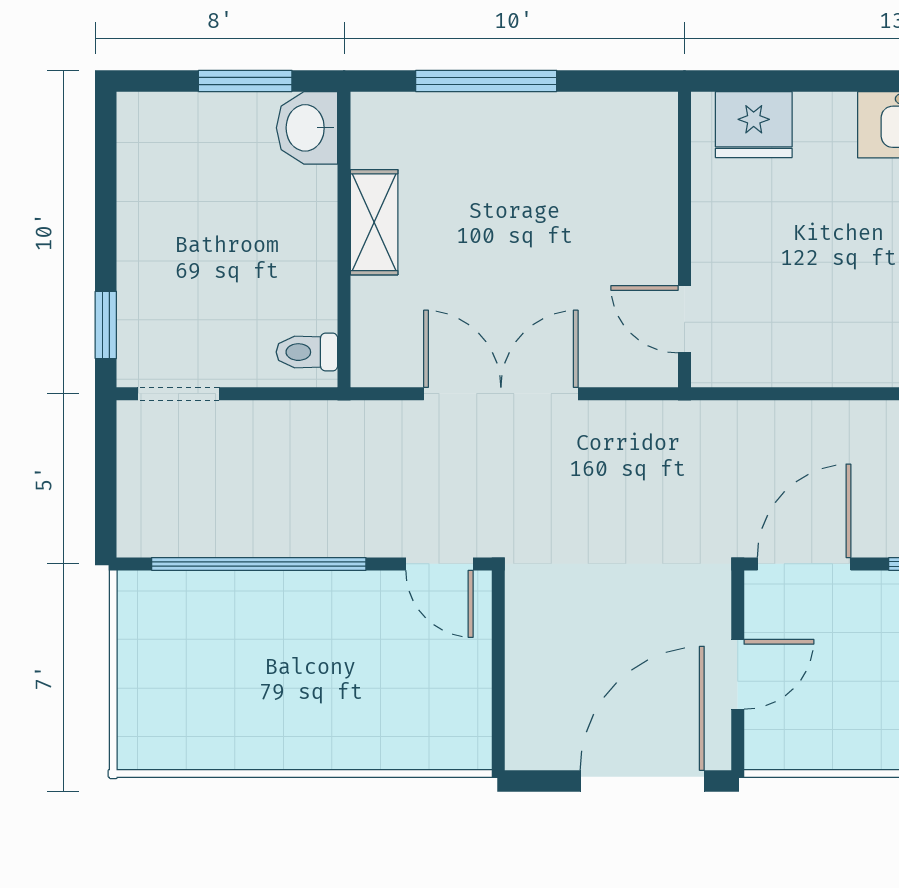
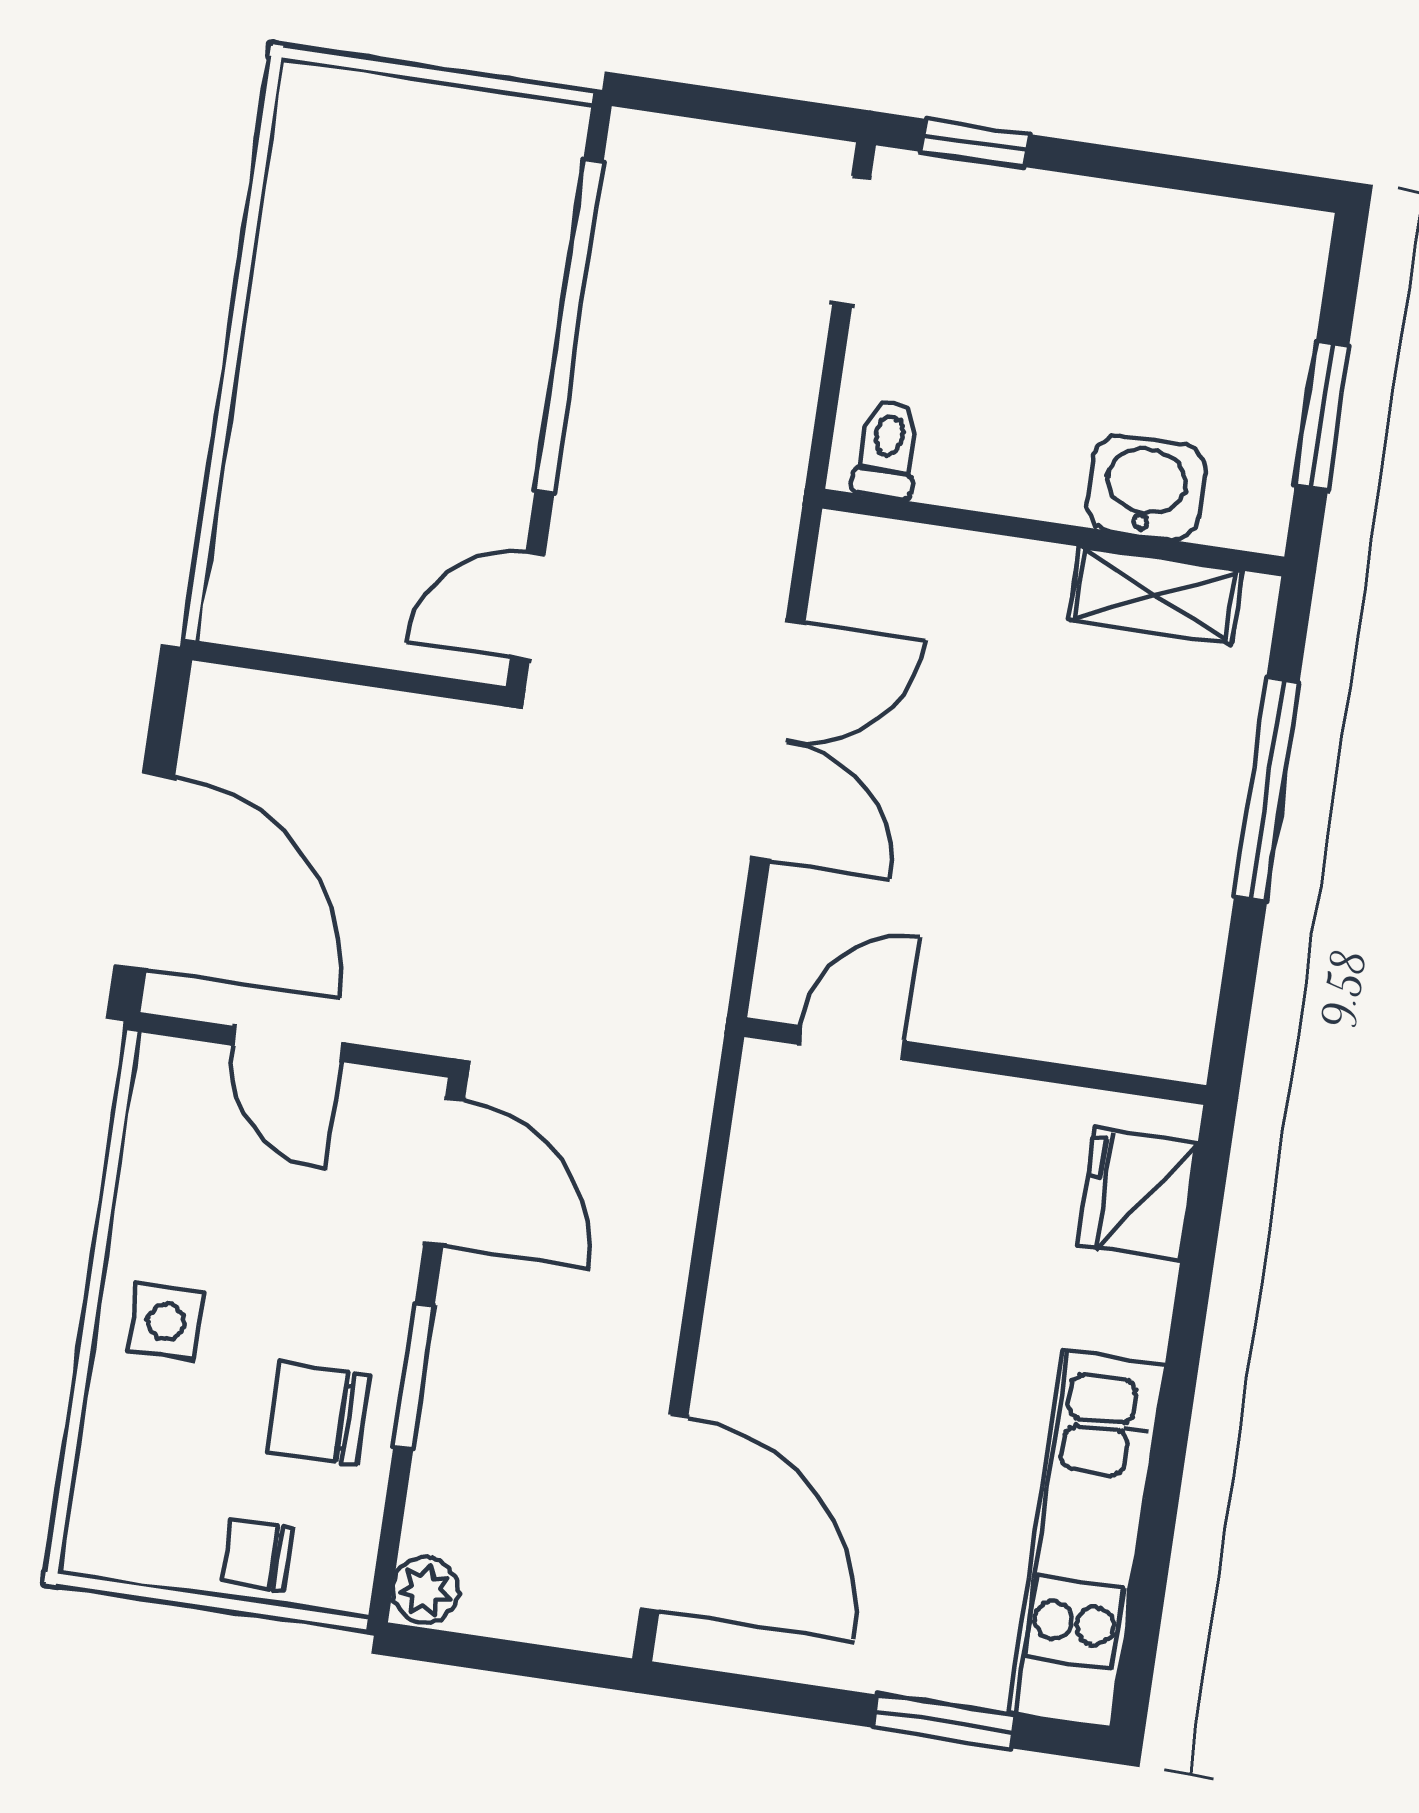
washbasin: (307, 128) -> (1146, 487), moved
shelving: (374, 222) -> (1155, 595), moved

